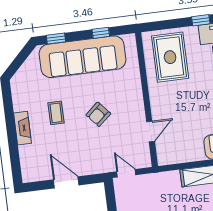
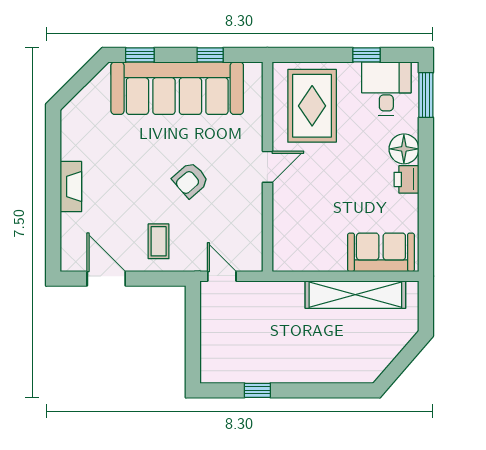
coffee table: (56, 113) -> (159, 241), moved
door: (151, 132) -> (267, 167), moved
door: (66, 182) -> (106, 279), moved

